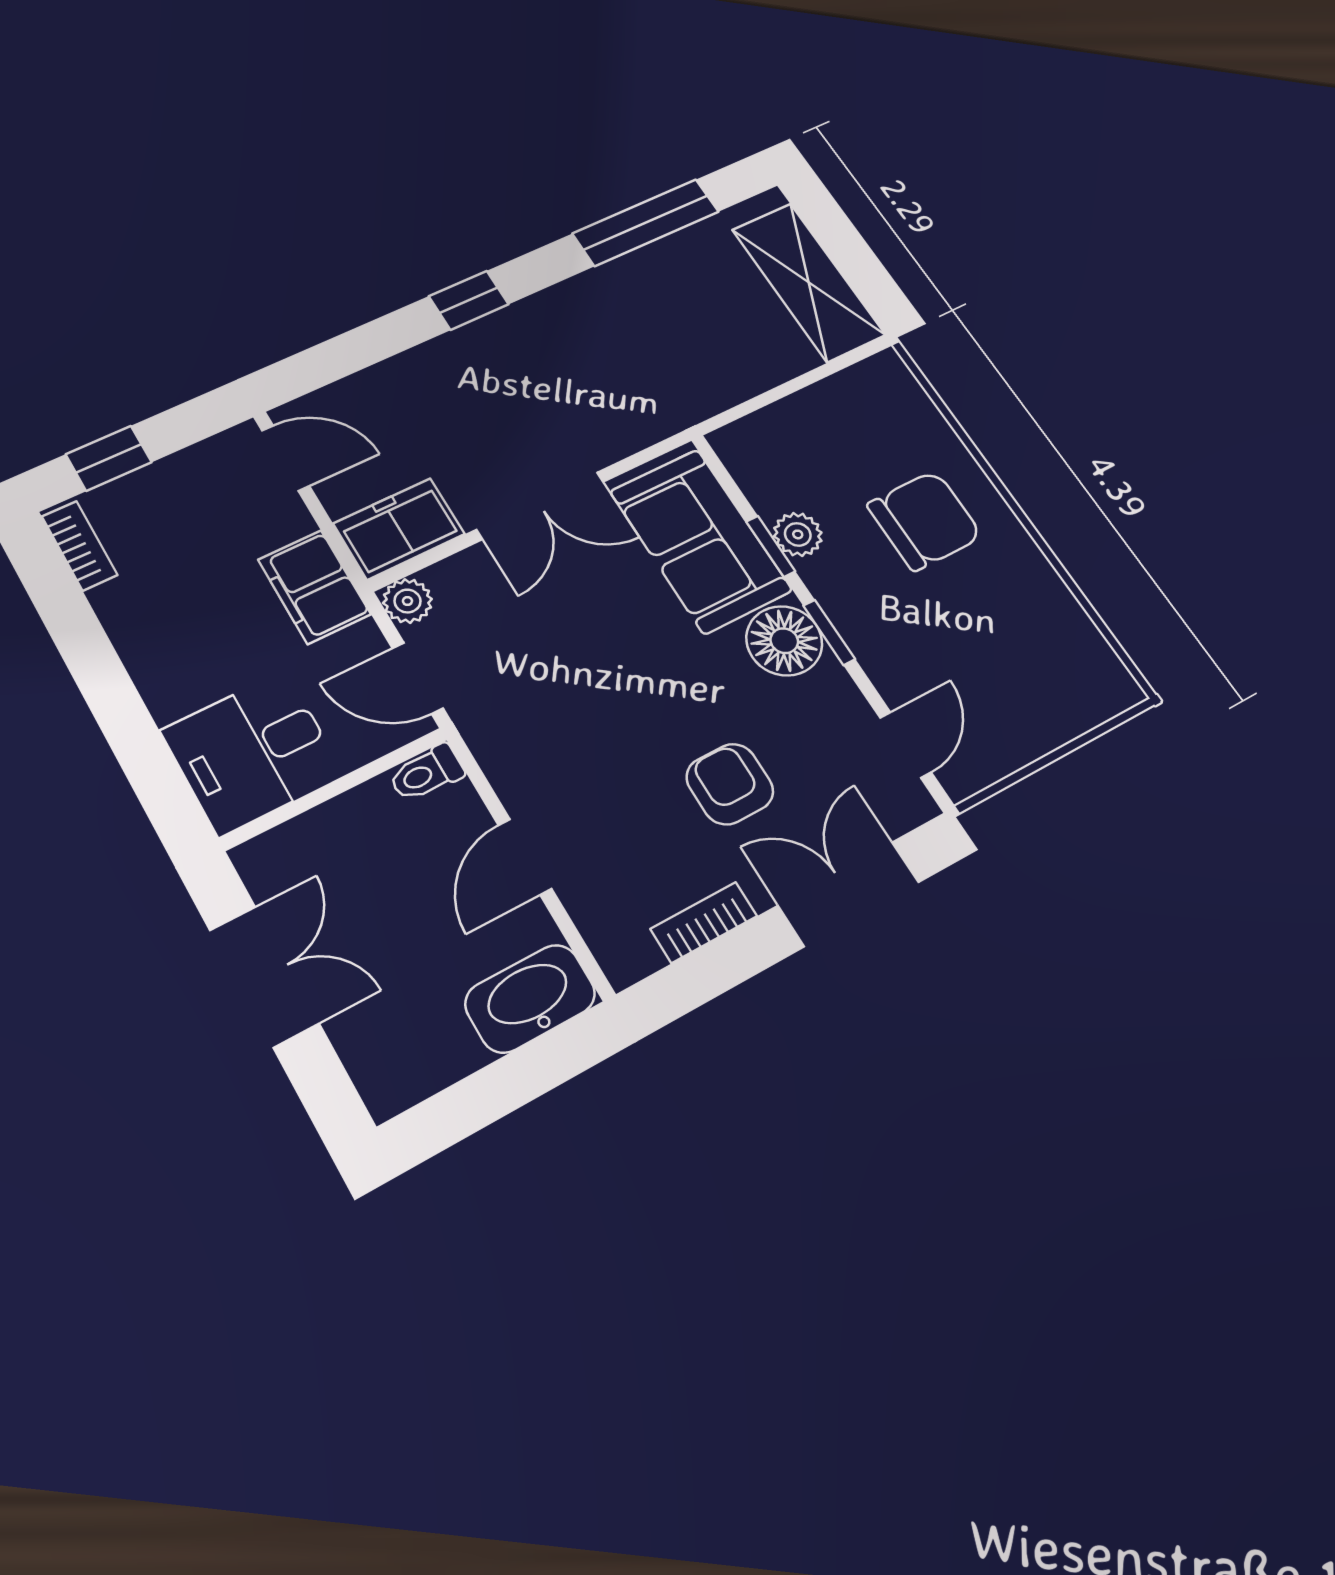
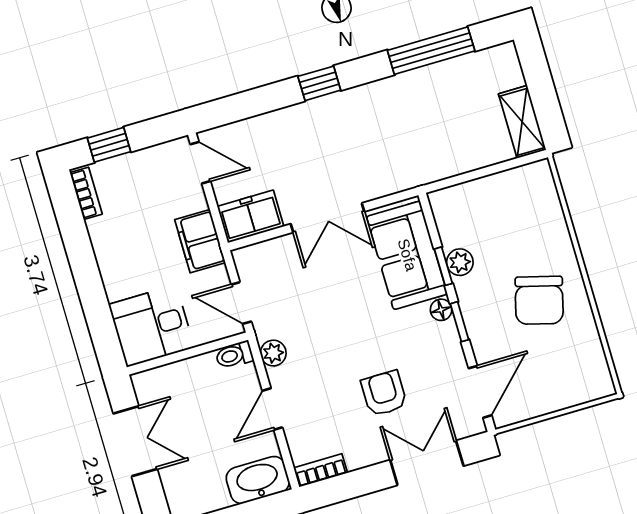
shelving: (808, 282) -> (522, 122), width x0.67, depth x0.75
chair: (925, 520) -> (539, 300), moved, turned 105
plant: (407, 601) -> (273, 353), moved
floor lamp: (784, 641) -> (441, 310), width x0.53, depth x0.53
door: (905, 745) -> (480, 392), width x1.38
bookcase: (704, 922) -> (321, 470), moved

